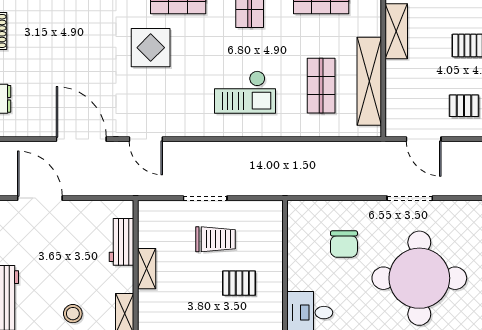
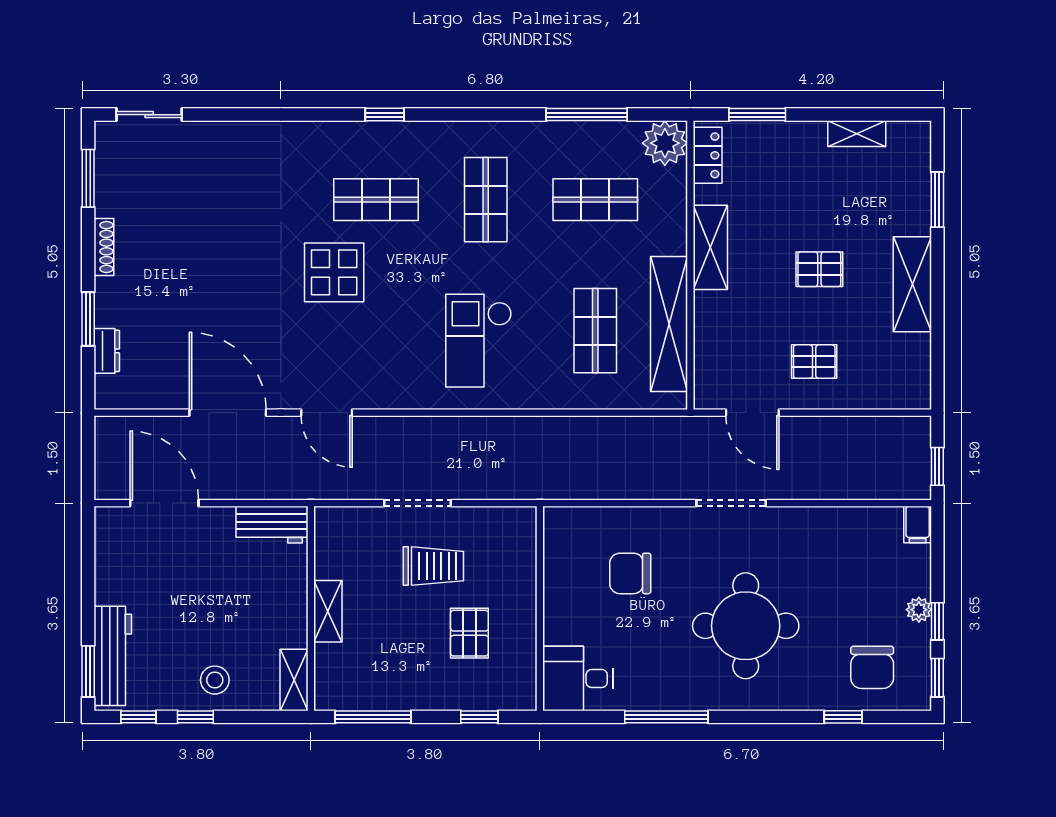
checkout: (245, 92) -> (479, 341), turned 90
workbench: (122, 242) -> (272, 525), moved, turned -90
chair: (344, 244) -> (630, 573), turned 90
round table: (419, 278) -> (746, 626), width x0.73, depth x0.73
pallet: (239, 283) -> (469, 633), turned 90

